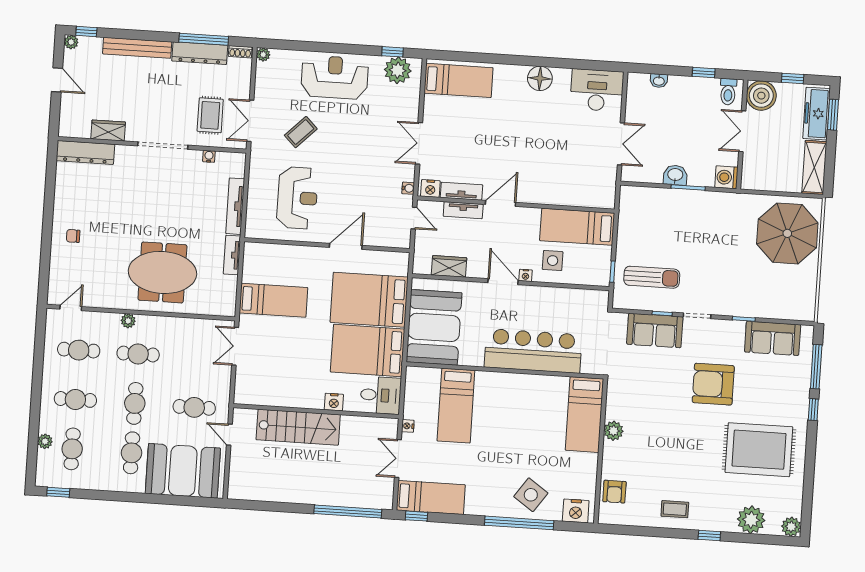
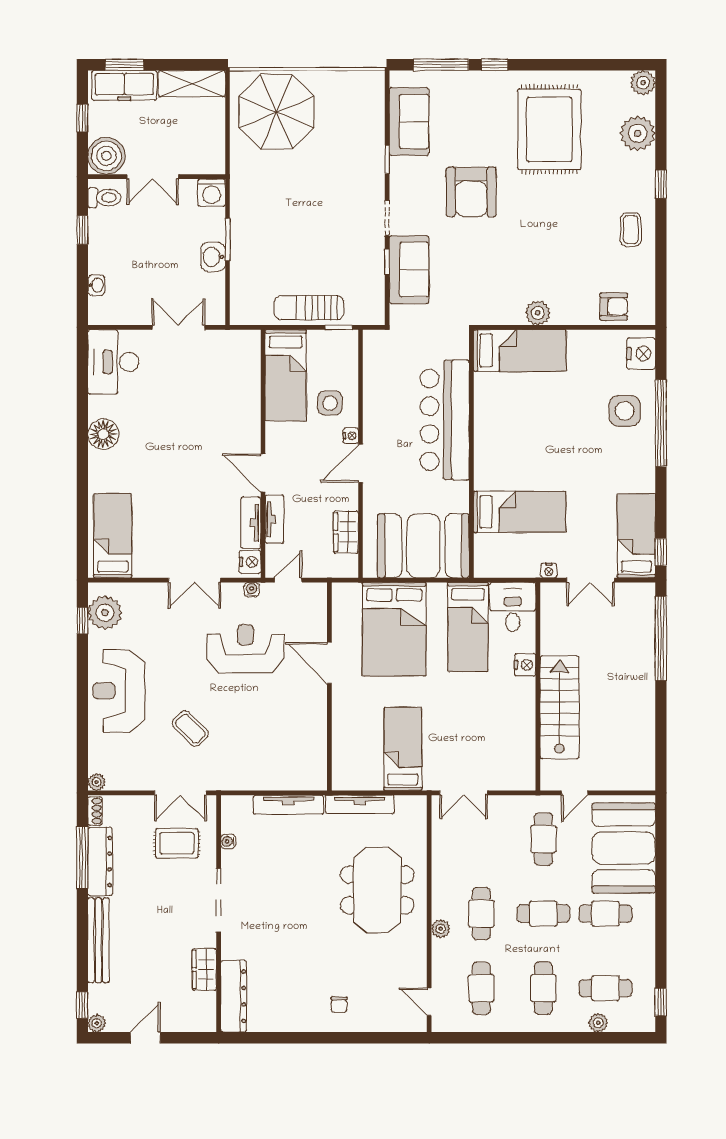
reception desk: (297, 198) -> (246, 649), moved
tv unit: (232, 255) -> (360, 804), width x1.41
sun lounger: (652, 277) -> (309, 308), moved, turned -90
bed: (368, 350) -> (468, 627), width x0.67
side table: (531, 495) -> (625, 411), turned -35

